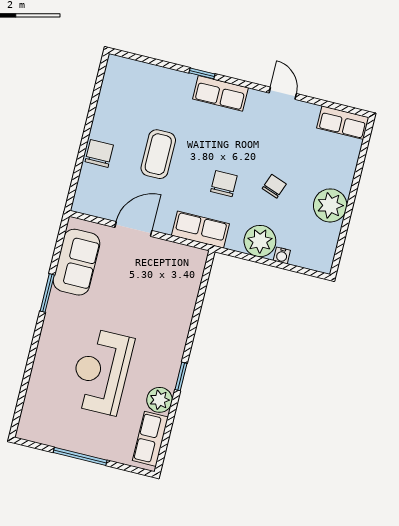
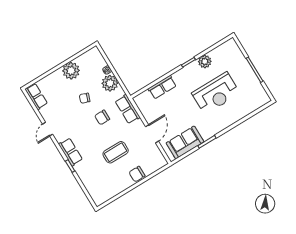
door: (133, 229) -> (152, 134), swing flipped
row of seats: (150, 439) -> (162, 87), moved

